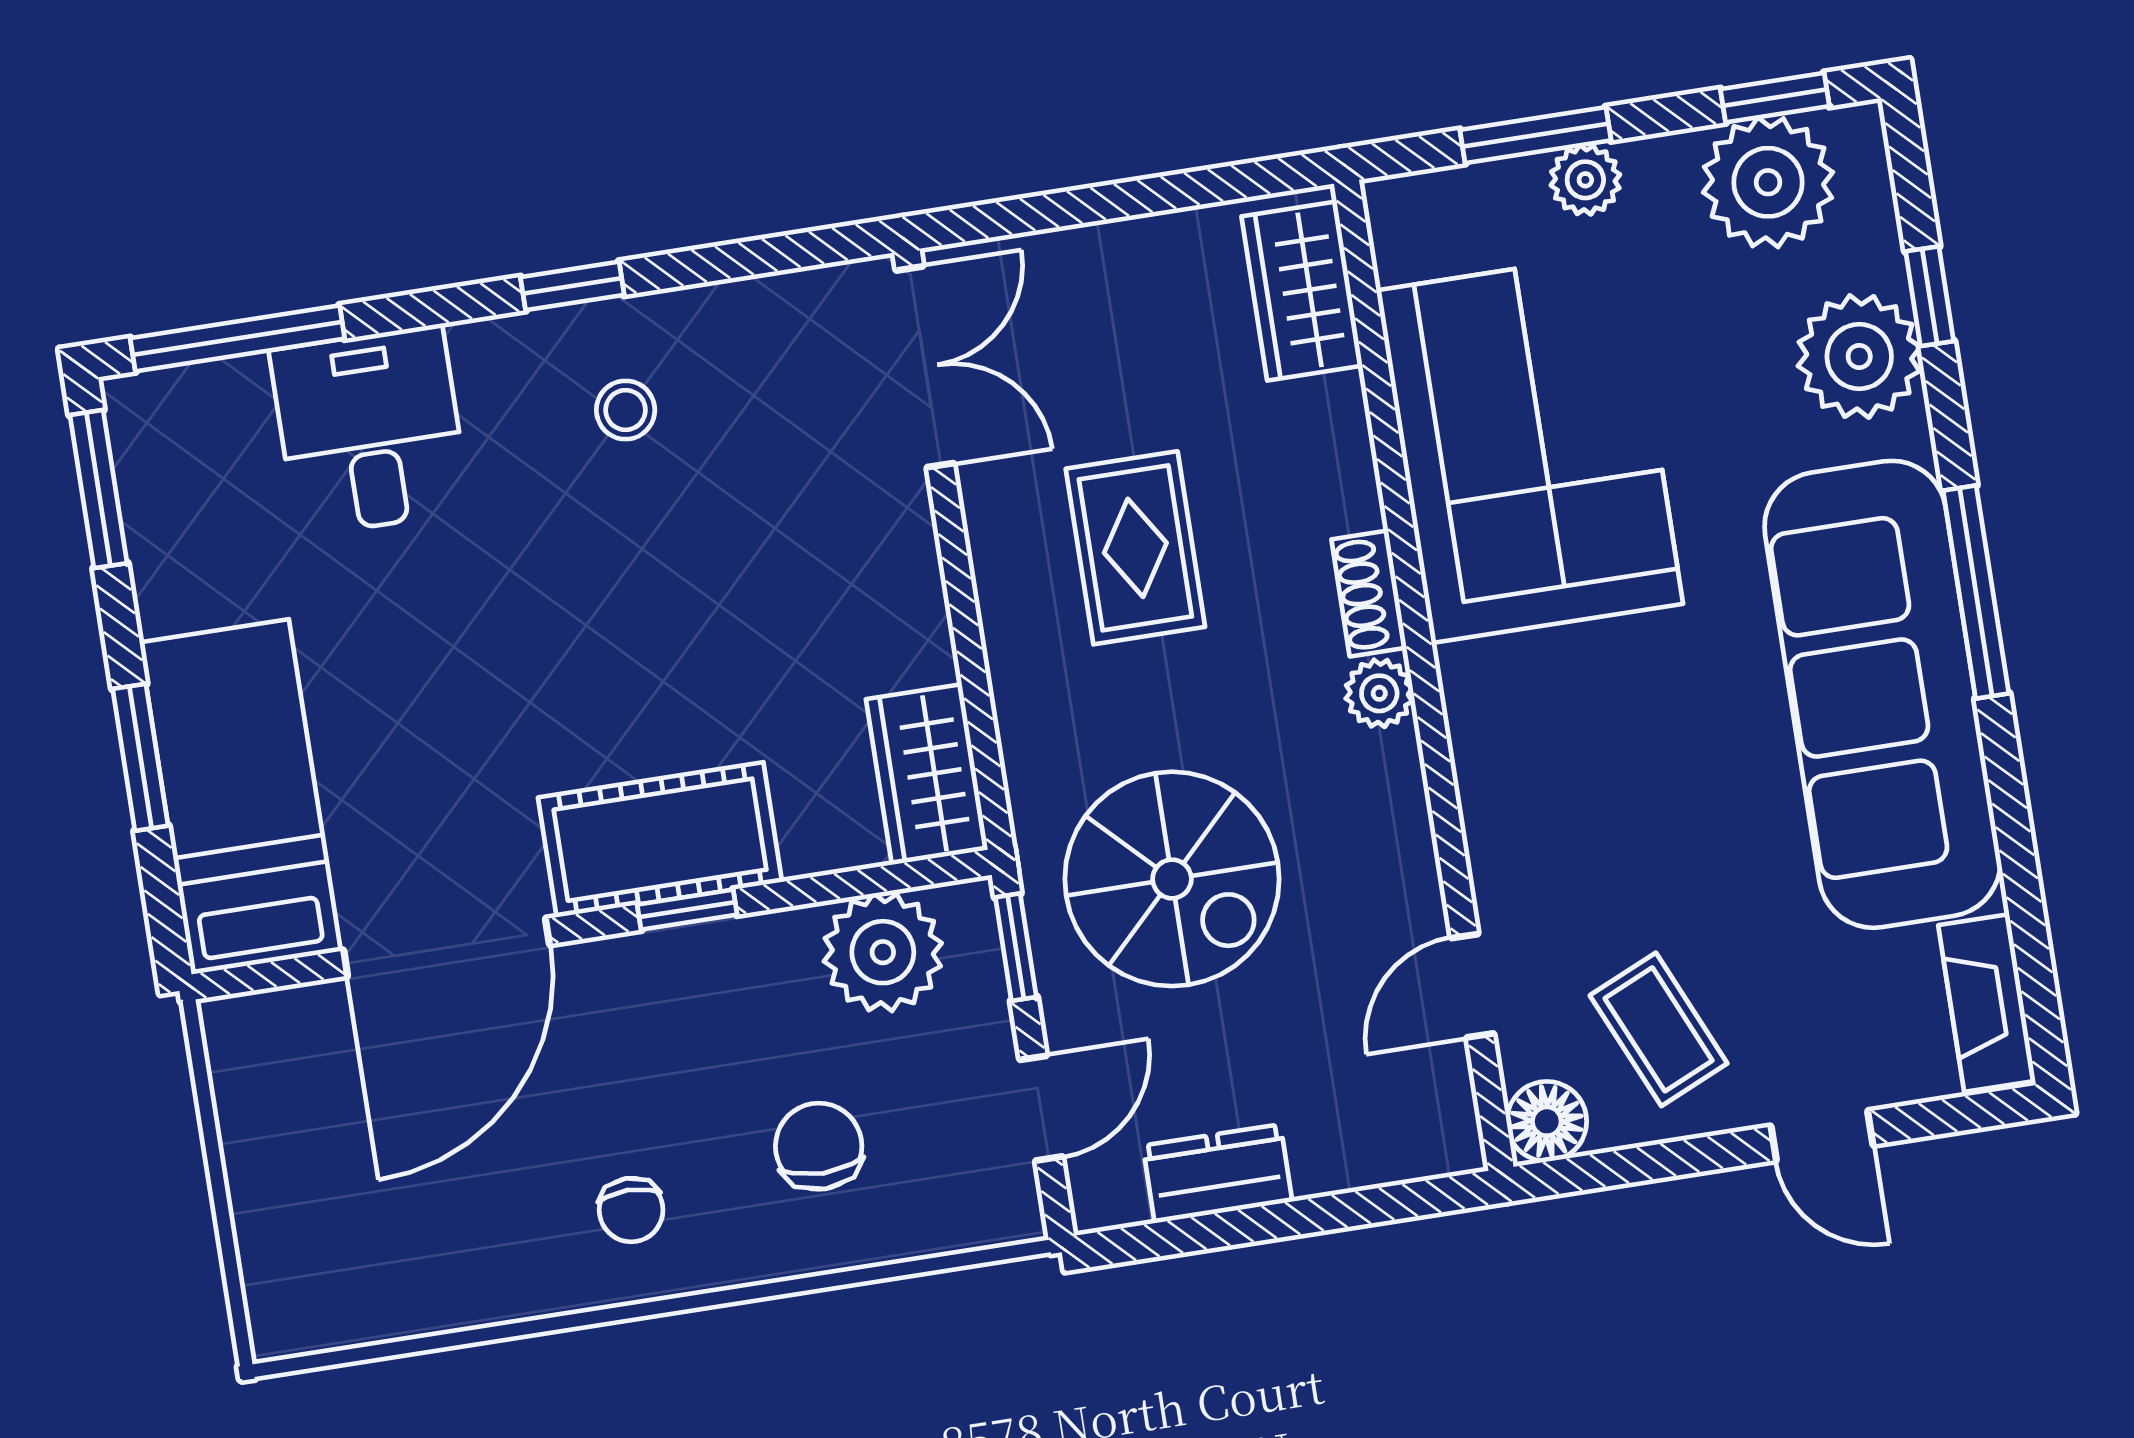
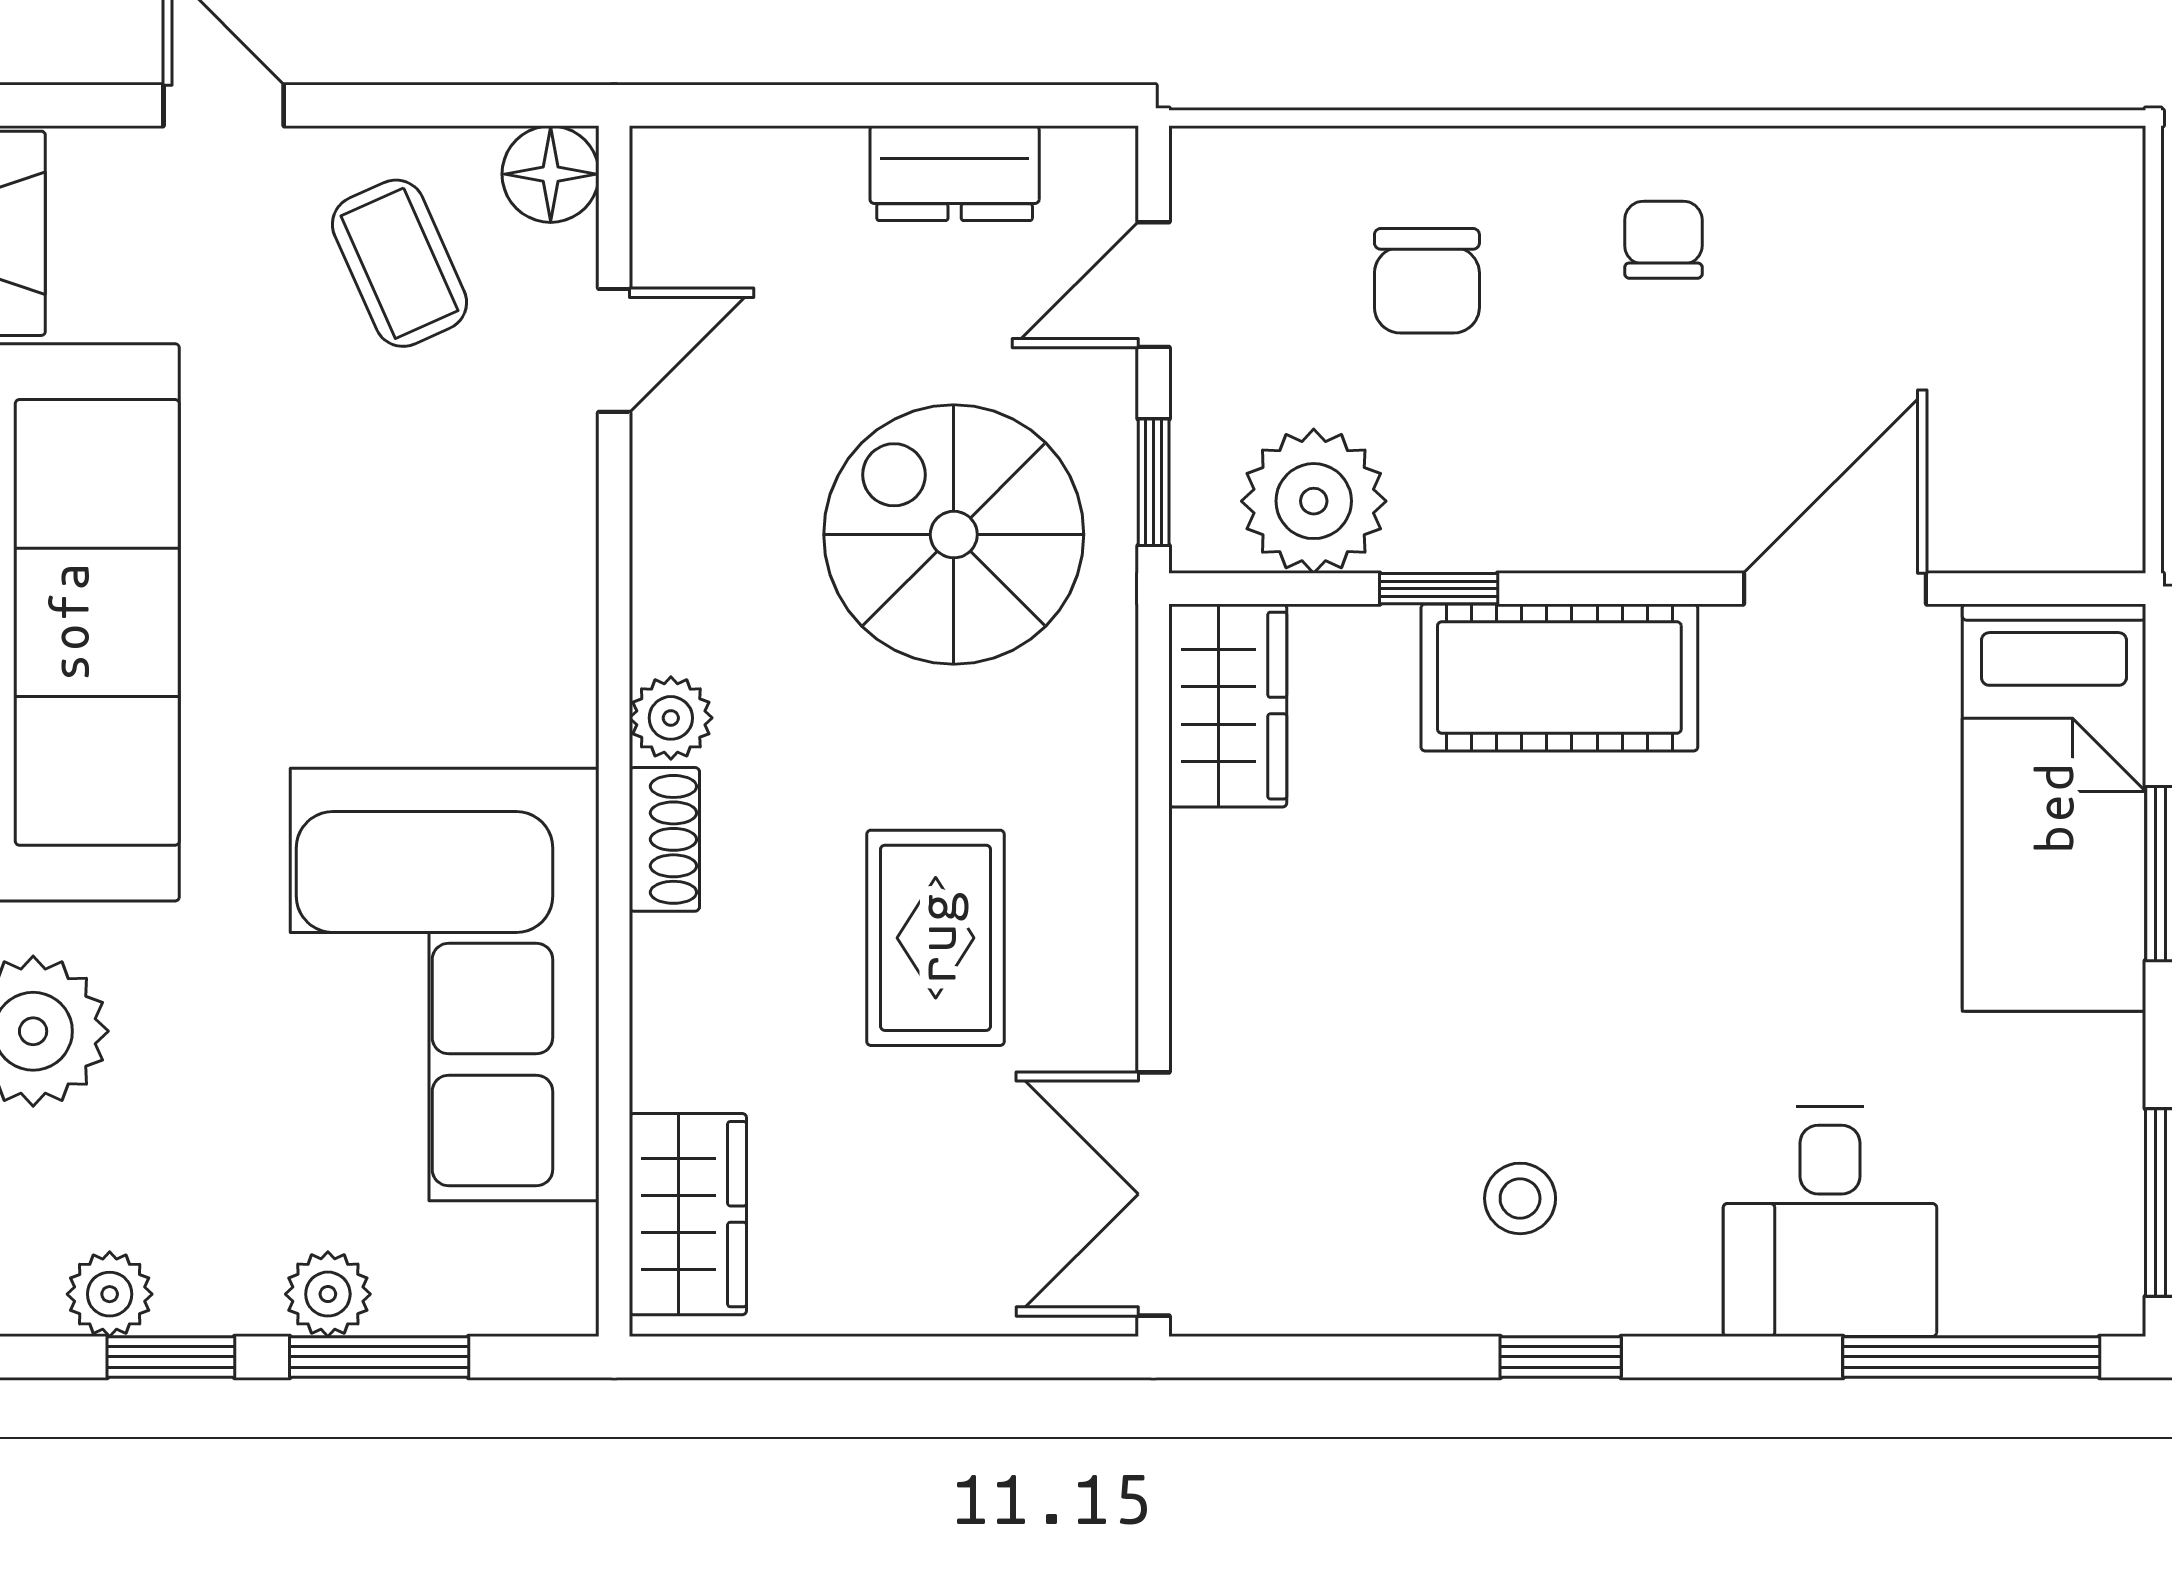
window: (1775, 98) -> (171, 1357), moved
plant: (1768, 182) -> (110, 1294), width x0.53, depth x0.53
window: (687, 910) -> (1439, 589), moved
door: (447, 947) -> (1835, 589), width x0.73

